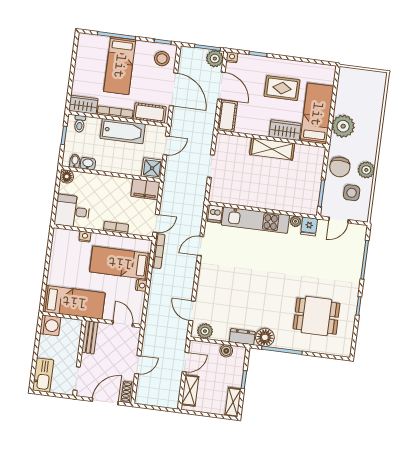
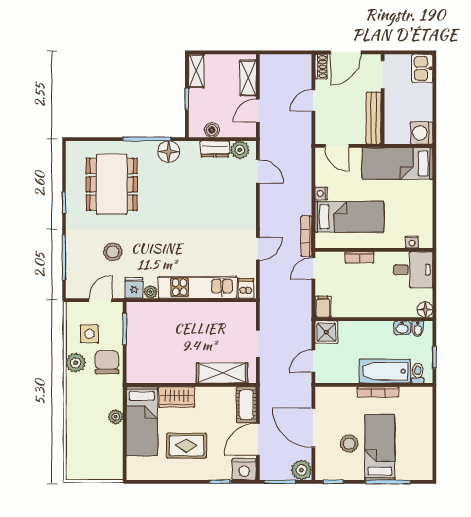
nightstand: (232, 57) -> (244, 469), width x1.89, depth x1.79
stool: (162, 59) -> (349, 444), moved
plant: (215, 59) -> (301, 470), moved
door: (221, 86) -> (258, 439), hinge flipped
wardrobe: (83, 105) -> (416, 396), removed
cot: (150, 113) -> (338, 397), removed
plant: (343, 126) -> (116, 417), width x0.53, depth x0.53
bathtub: (123, 131) -> (385, 371), moved
shelving: (272, 149) -> (222, 373), moved
filing cabinet: (145, 189) -> (323, 307), width x0.50
nightstand: (85, 237) -> (412, 242), moved
stool: (323, 259) -> (113, 252), added
dining table: (317, 316) -> (112, 184), width x1.38
bench: (90, 337) -> (373, 118), width x1.36
dresser: (242, 337) -> (215, 149), moved
kitchen sink: (43, 375) -> (422, 68), width x0.73

